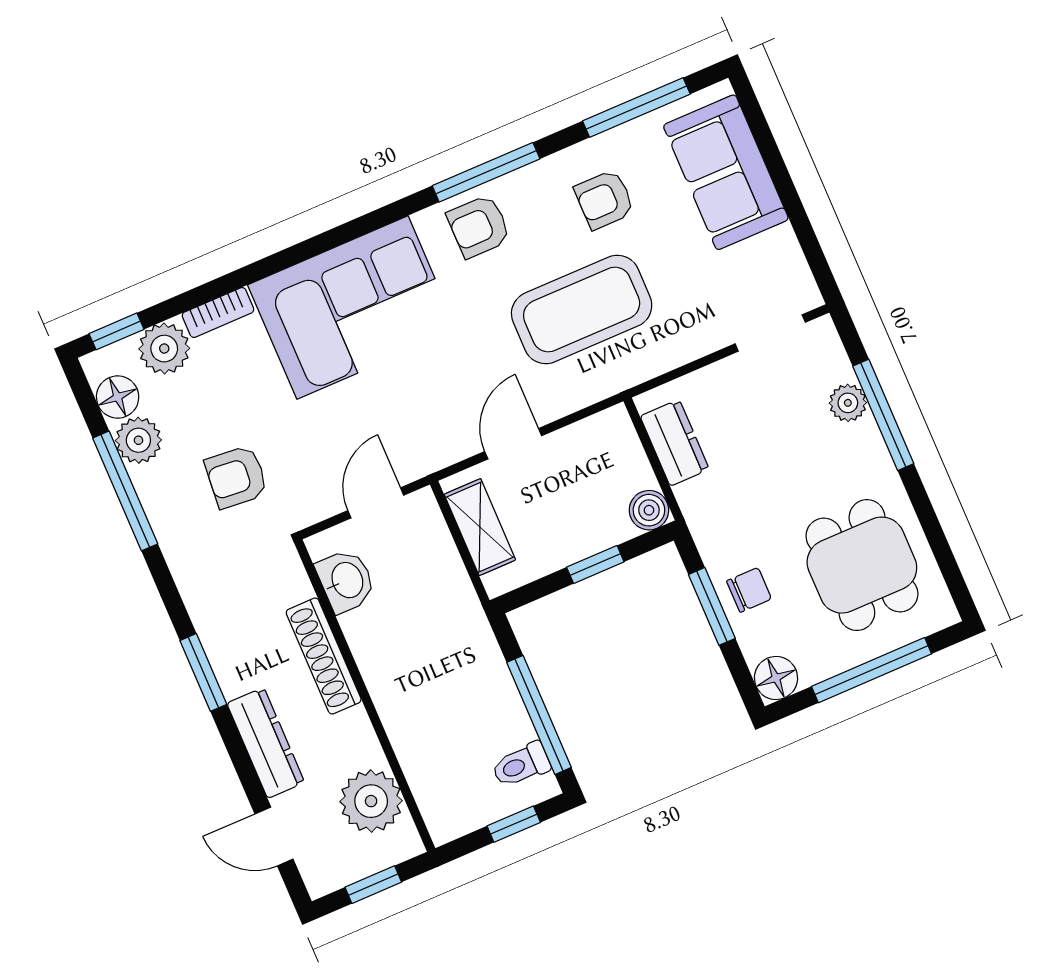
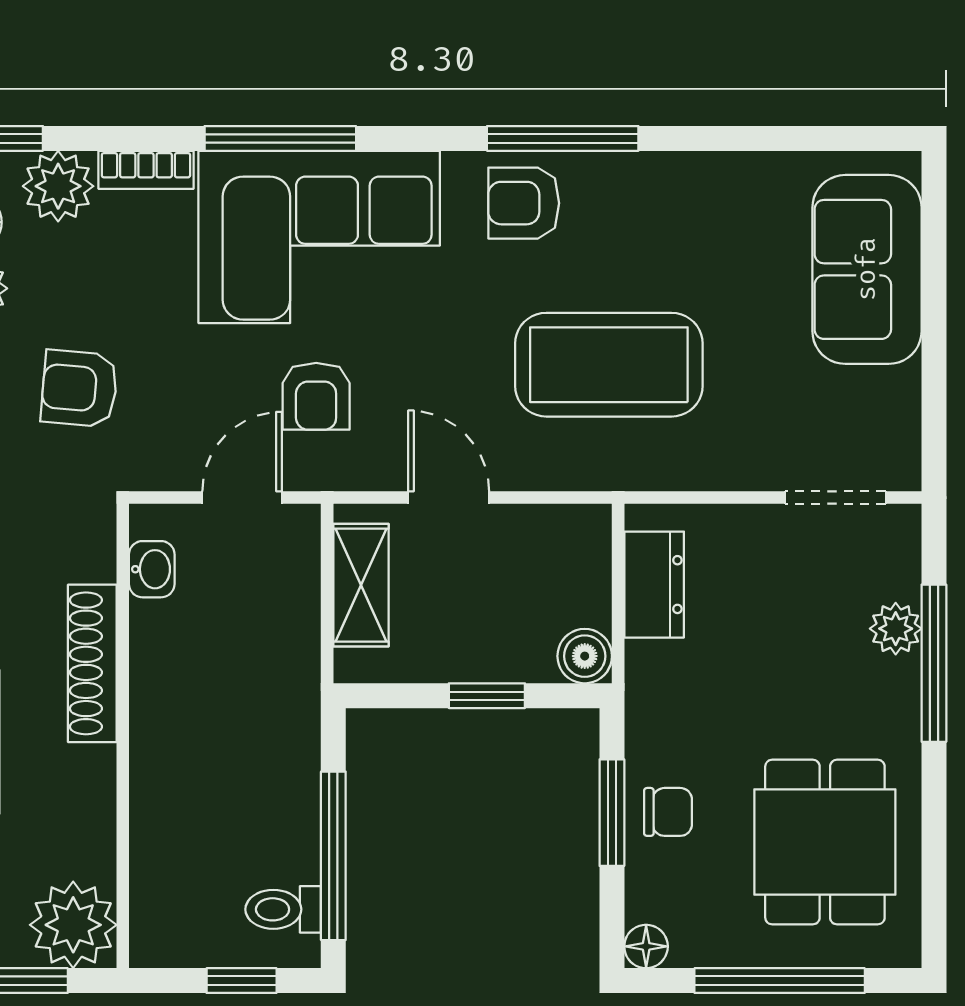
window: (636, 108) -> (280, 138), moved
armchair: (604, 200) -> (316, 396), moved, turned -90
door: (513, 444) -> (449, 498), hinge flipped
washbasin: (346, 581) -> (152, 569), width x0.72, depth x0.69
floor lamp: (776, 678) -> (646, 946), width x0.73, depth x0.73
plant: (371, 801) -> (73, 925), moved

